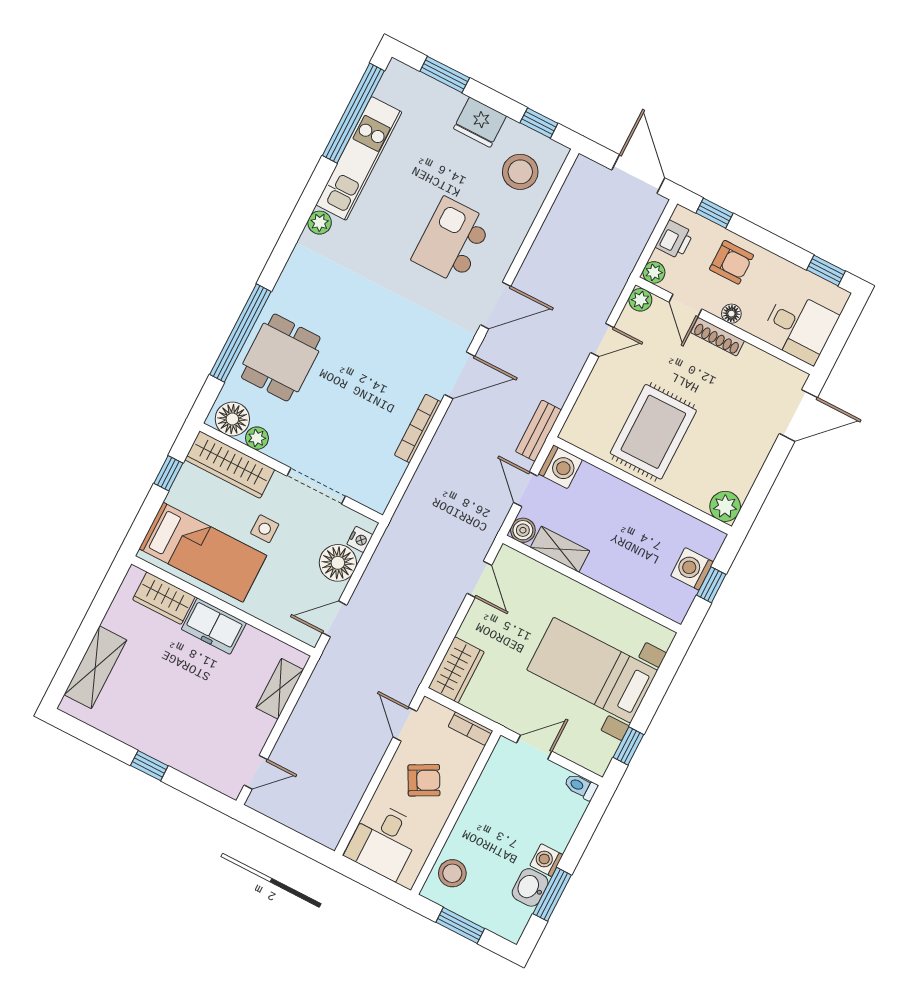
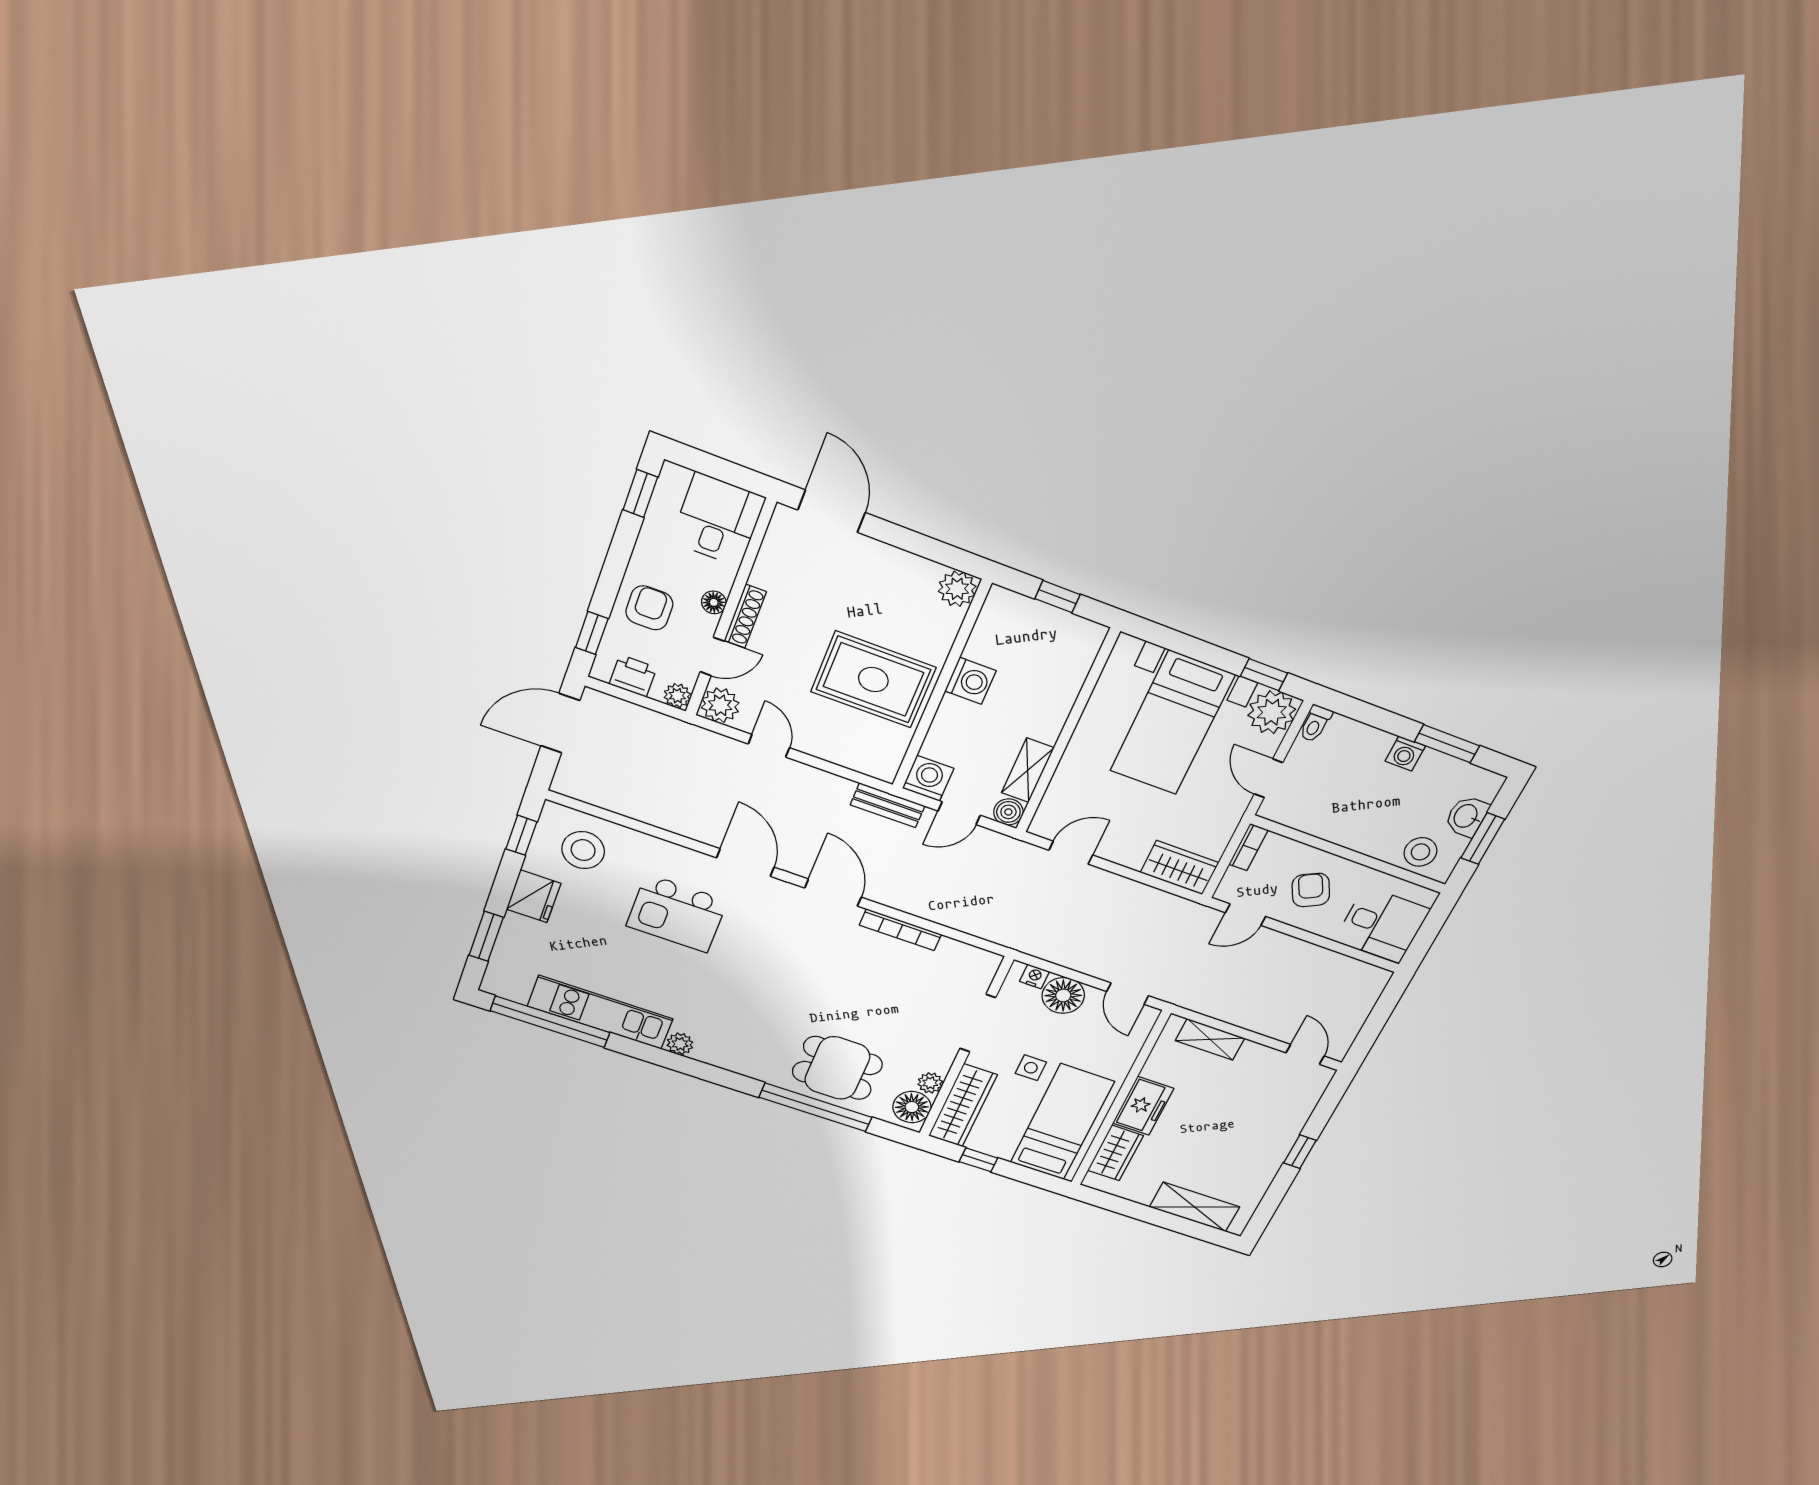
plant: (640, 300) -> (720, 705), width x1.38, depth x1.38
washing machine: (692, 569) -> (971, 681), moved, turned -90
plant: (594, 751) -> (1272, 712), added
washbasin: (530, 887) -> (1466, 816), moved, turned 90

